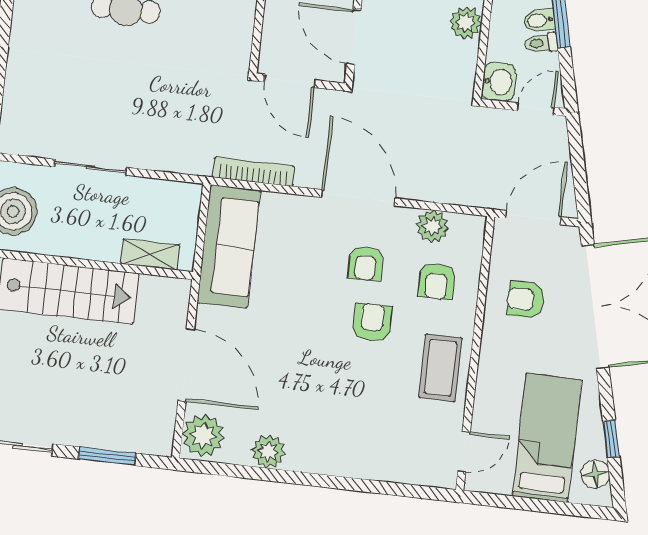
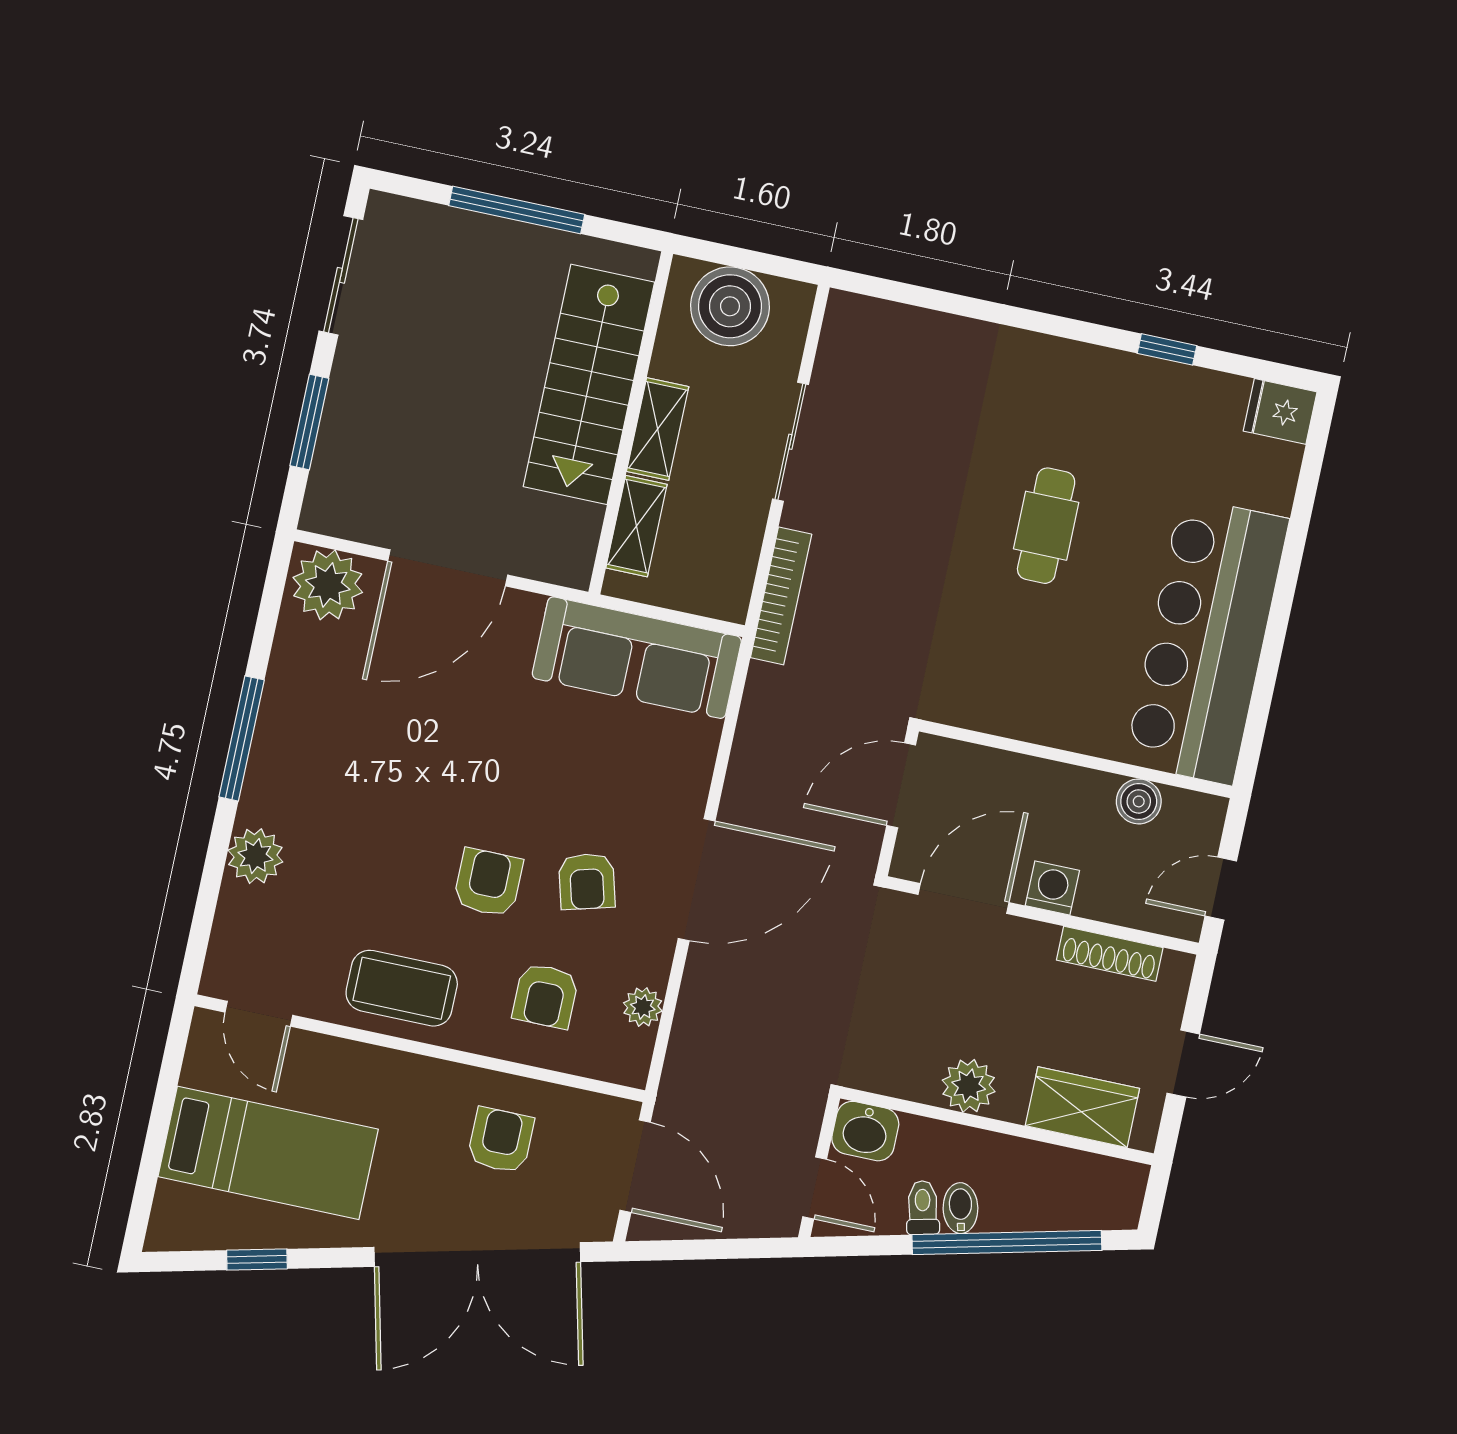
bookcase: (254, 172) -> (781, 596), moved
plant: (433, 226) -> (643, 1007), width x0.73, depth x0.73
shelving: (91, 247) -> (658, 429), added
armchair: (366, 263) -> (587, 881), turned -105
armchair: (437, 281) -> (545, 996), turned -90
armchair: (372, 322) -> (488, 883), turned -90
plant: (268, 451) -> (255, 856), moved
floor lamp: (595, 474) -> (200, 1227), removed
window: (300, 478) -> (242, 738), added

